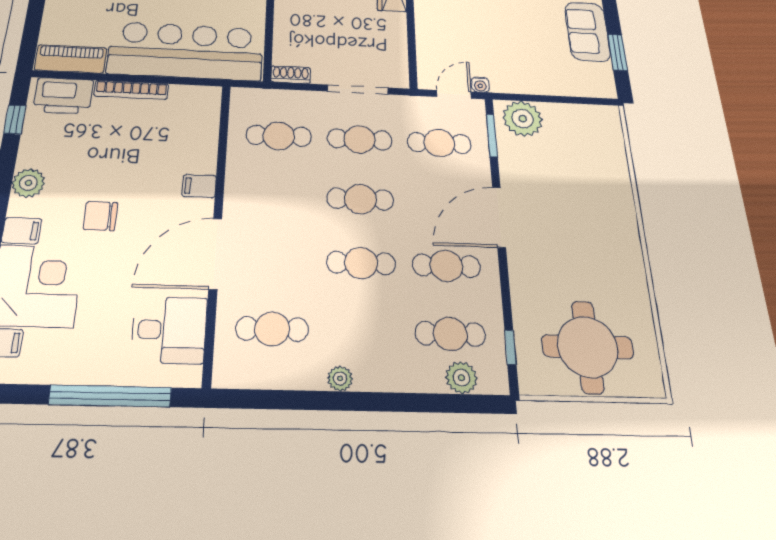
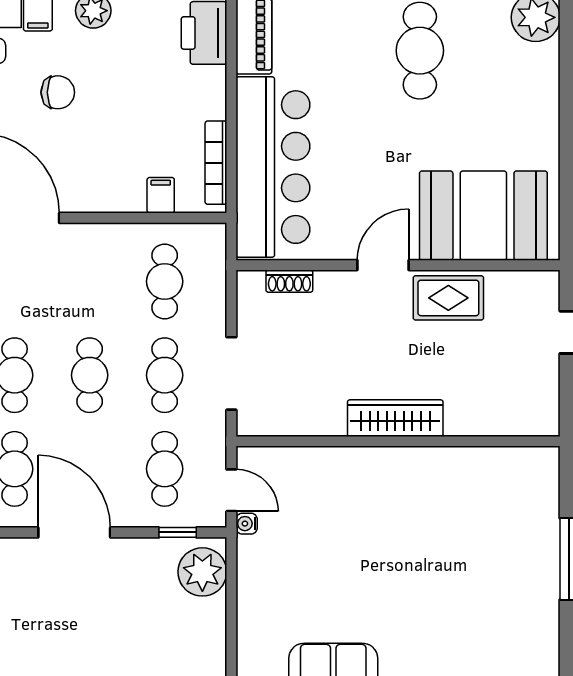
shoe rack: (291, 75) -> (289, 281), moved, turned 90
bookcase: (131, 90) -> (216, 163), moved
window: (492, 136) -> (178, 532), width x0.67
filing cabinet: (199, 186) -> (161, 195), moved
chair: (101, 216) -> (58, 92), turned 90

